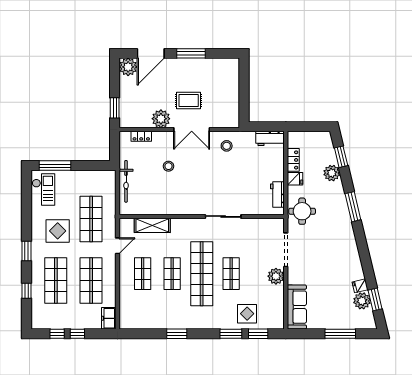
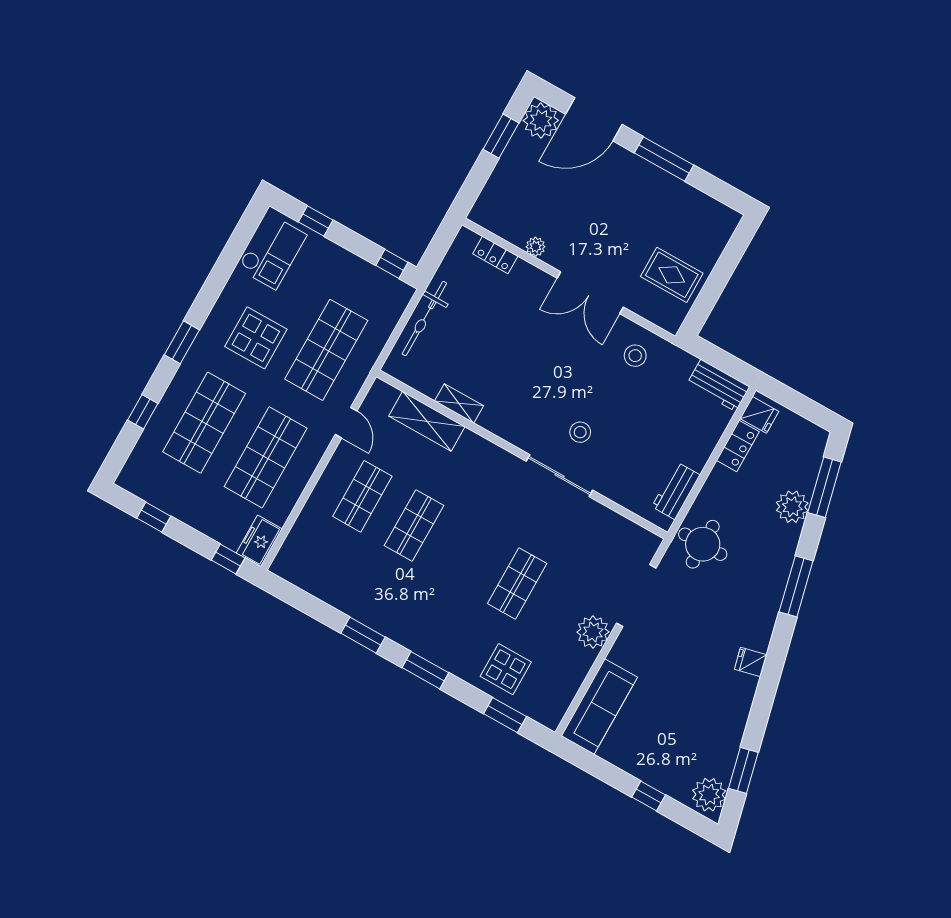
rug: (189, 101) -> (672, 275), moved
window: (115, 108) -> (501, 136), moved
plant: (161, 119) -> (536, 247), width x0.53, depth x0.53
window: (341, 157) -> (824, 487), width x1.44
window: (55, 166) -> (316, 221), width x0.46
window: (99, 166) -> (392, 264), added
stool: (168, 166) -> (580, 432), moved
fridge: (295, 179) -> (759, 415), moved
shelving: (162, 210) -> (459, 403), added
door: (118, 246) -> (346, 423), hinge flipped
shop shelf: (202, 274) -> (466, 555), removed
fridge: (360, 286) -> (751, 662), moved
plant: (362, 301) -> (709, 795), moved
window: (77, 334) -> (228, 559), moved
window: (231, 334) -> (425, 670), moved
window: (340, 334) -> (649, 796), width x0.46

